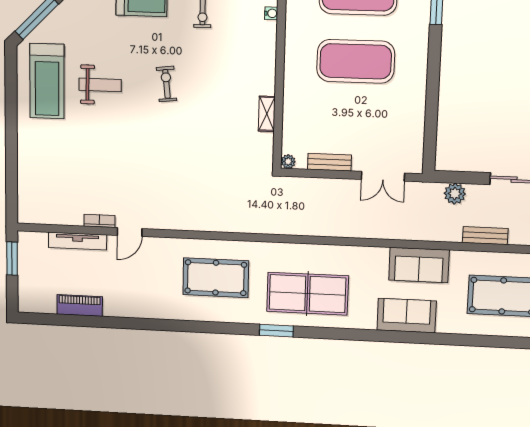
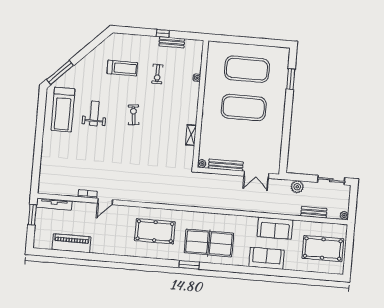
weight bench: (100, 85) -> (94, 113), turned -90
bench: (329, 162) -> (226, 165), width x1.36
tv unit: (77, 241) -> (54, 204), moved
piano: (80, 306) -> (71, 243), width x1.37, depth x1.33

